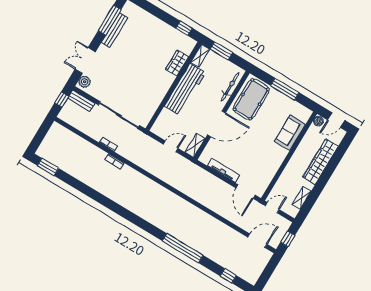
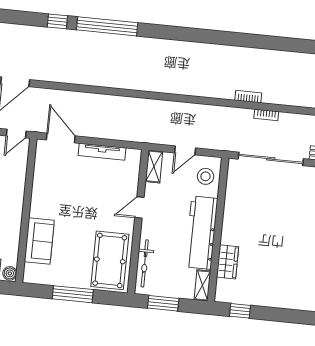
window: (221, 51) -> (163, 303), moved
stool: (165, 124) -> (206, 176), added
door: (217, 124) -> (139, 207), width x0.53
window: (228, 276) -> (57, 21), moved

